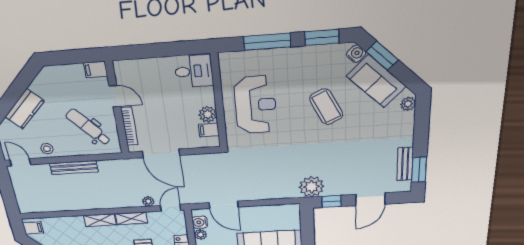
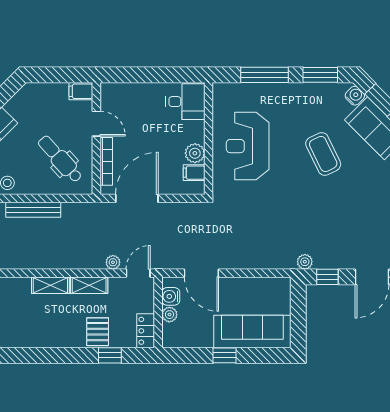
reception desk: (255, 105) -> (248, 146), turned 180
door: (161, 153) -> (137, 198), swing flipped
plant: (311, 187) -> (305, 262), width x0.53, depth x0.53

